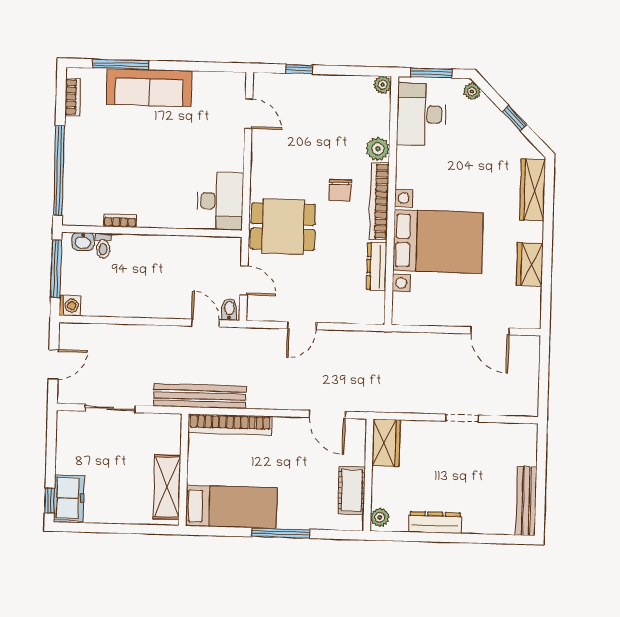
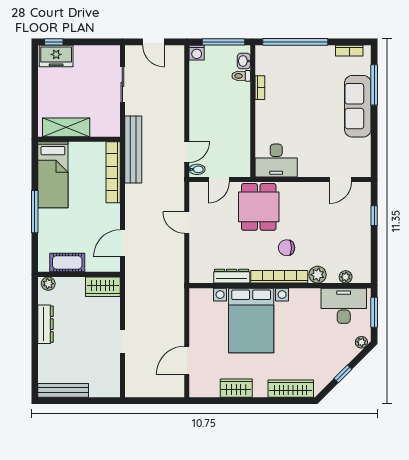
plant: (383, 85) -> (346, 277), moved

